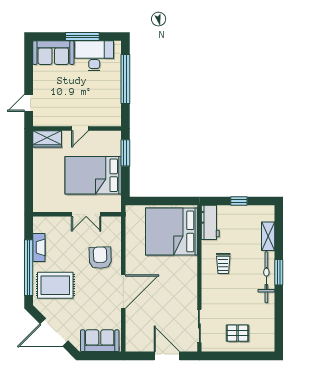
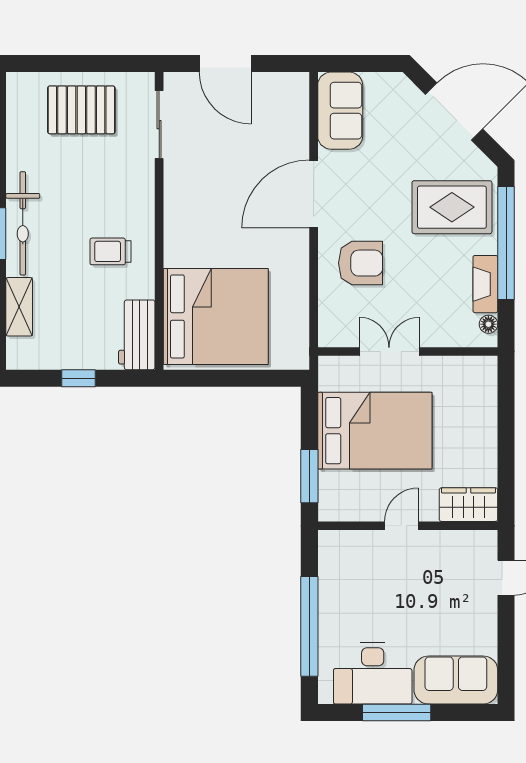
floor lamp: (37, 228) -> (488, 324), added
armchair: (100, 258) -> (361, 263), turned -88
trolley: (223, 263) -> (110, 251), turned -90
pallet: (238, 333) -> (81, 110), width x1.50, depth x1.42
sofa: (100, 341) -> (340, 111), moved, turned -90

